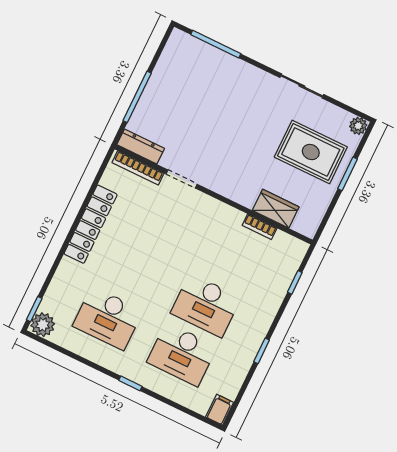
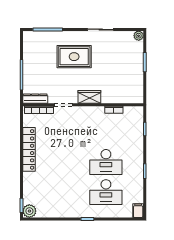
rug: (311, 152) -> (74, 57), moved
wardrobe: (276, 209) -> (89, 97), moved
desk: (108, 318) -> (60, 192), removed

